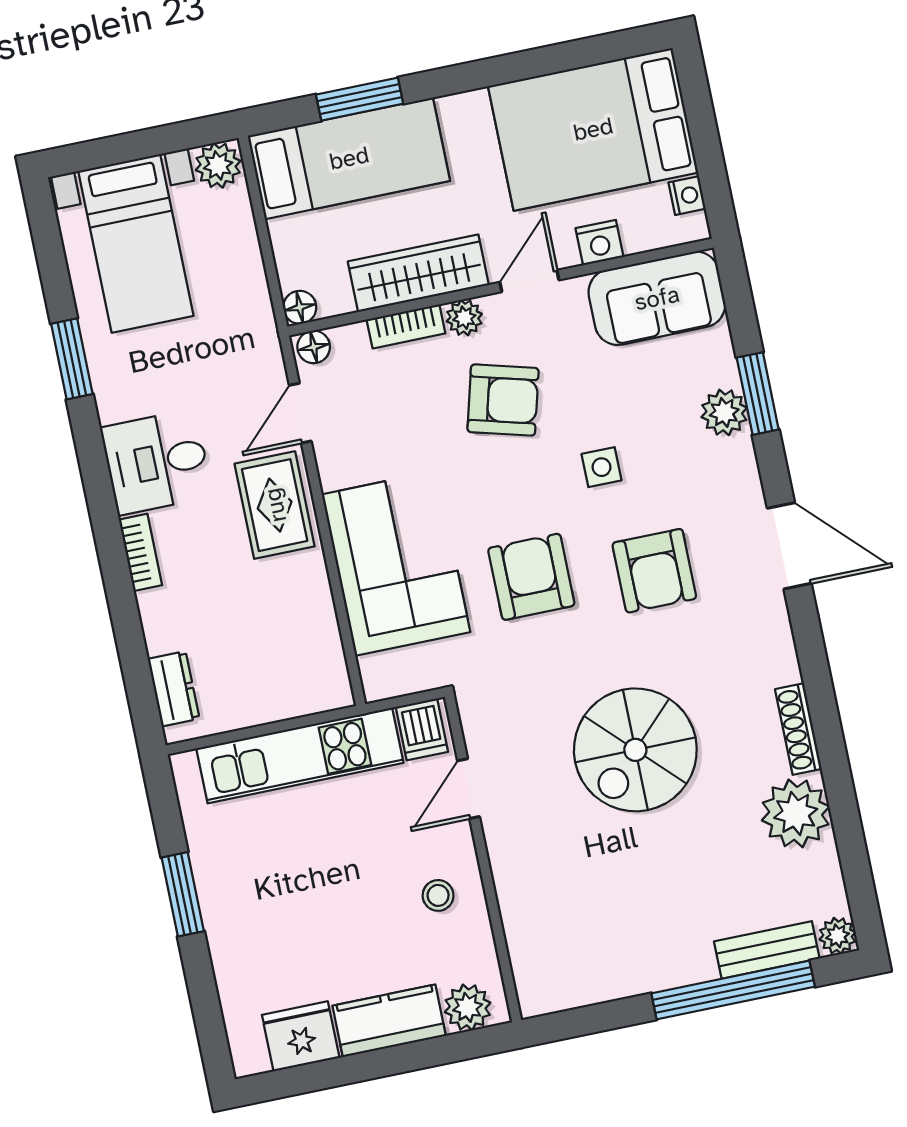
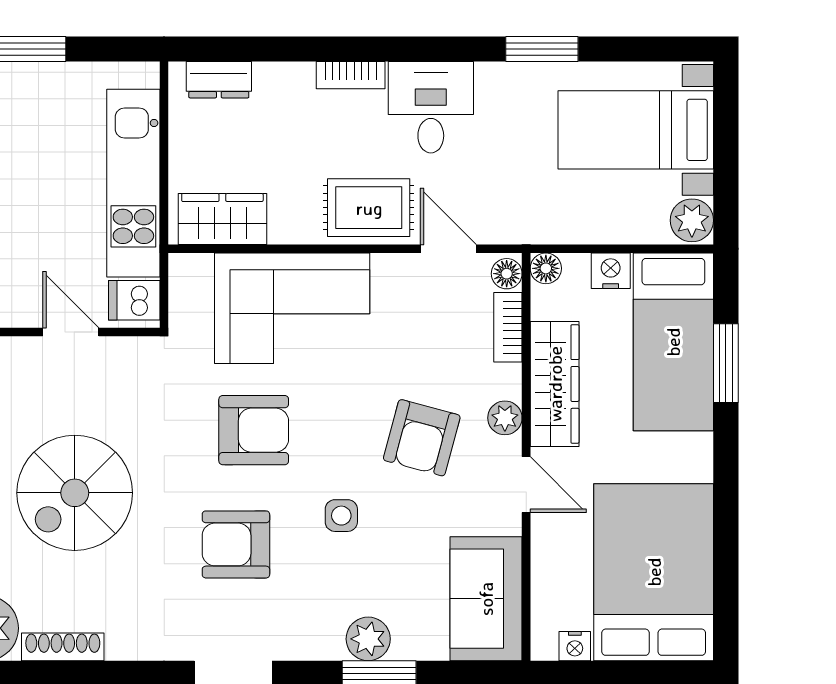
nightstand: (600, 243) -> (611, 271), moved, turned 90
bookcase: (406, 326) -> (508, 327), moved
wardrobe: (318, 655) -> (222, 219), added
spiral stairs: (635, 750) -> (75, 493), turned -90

